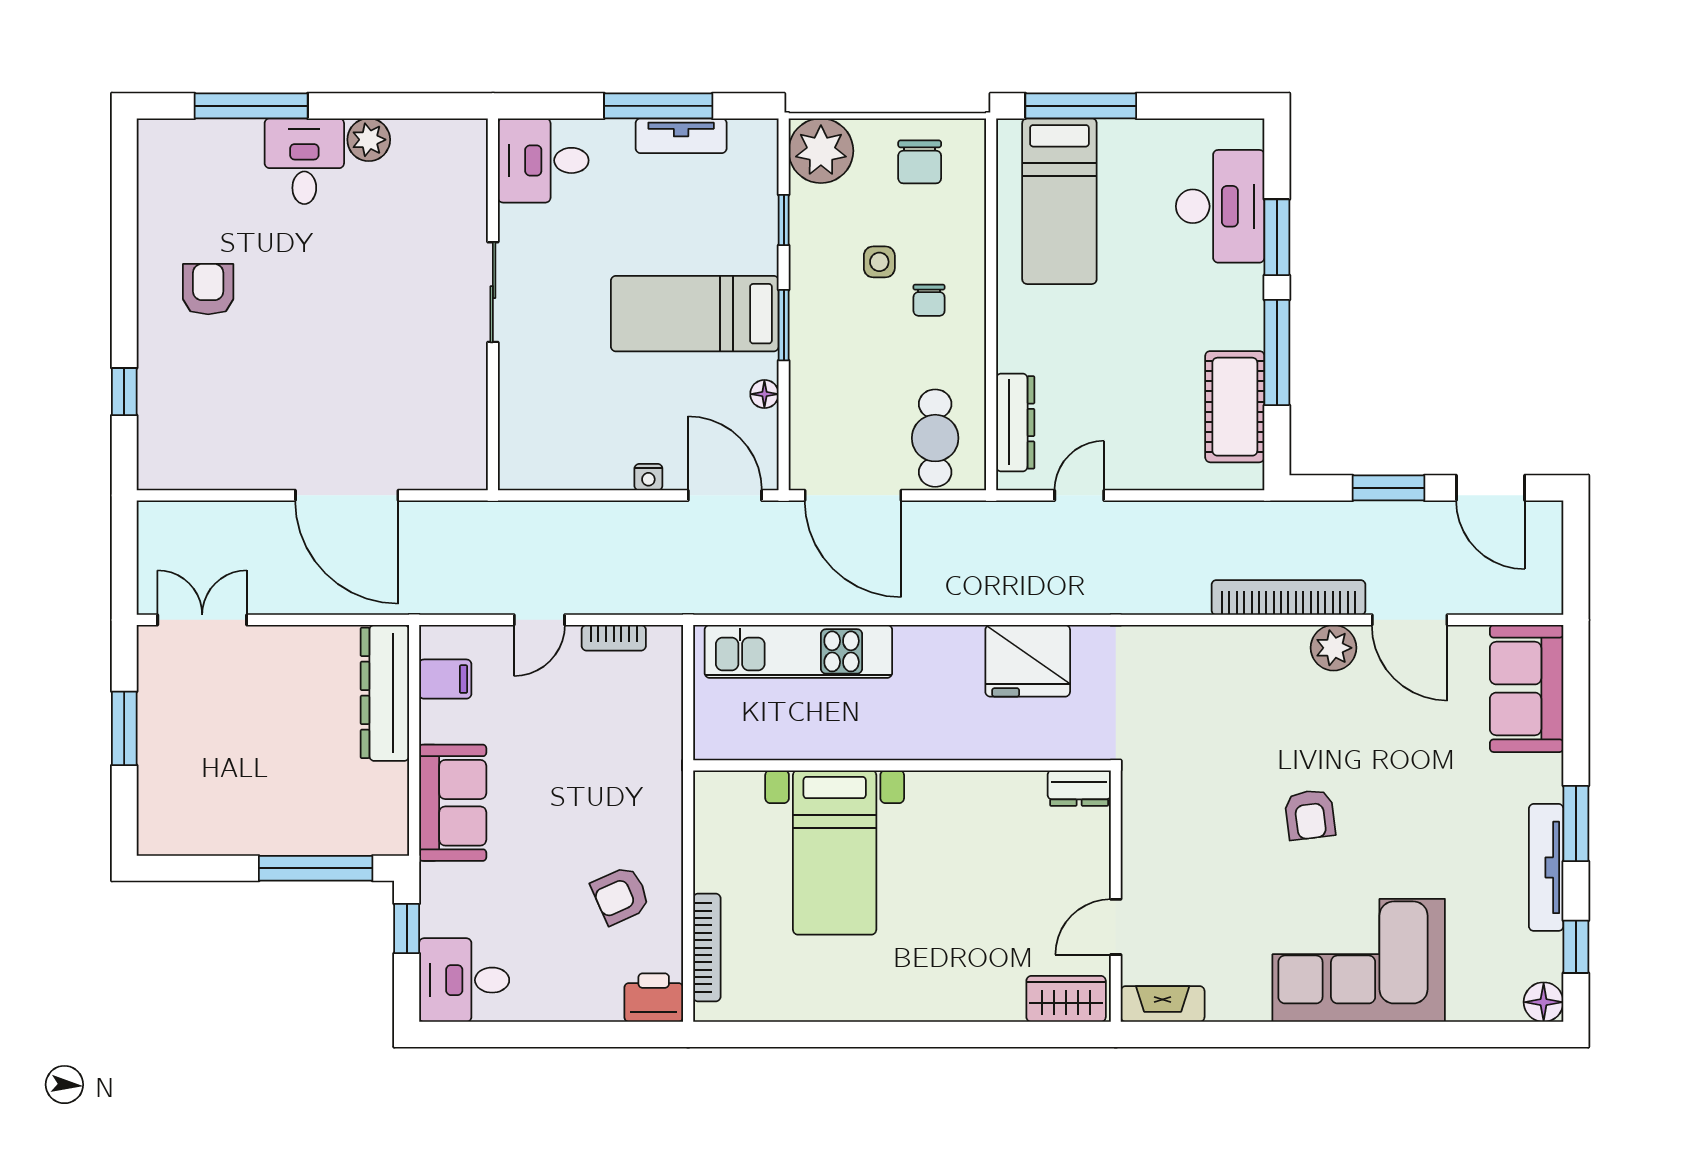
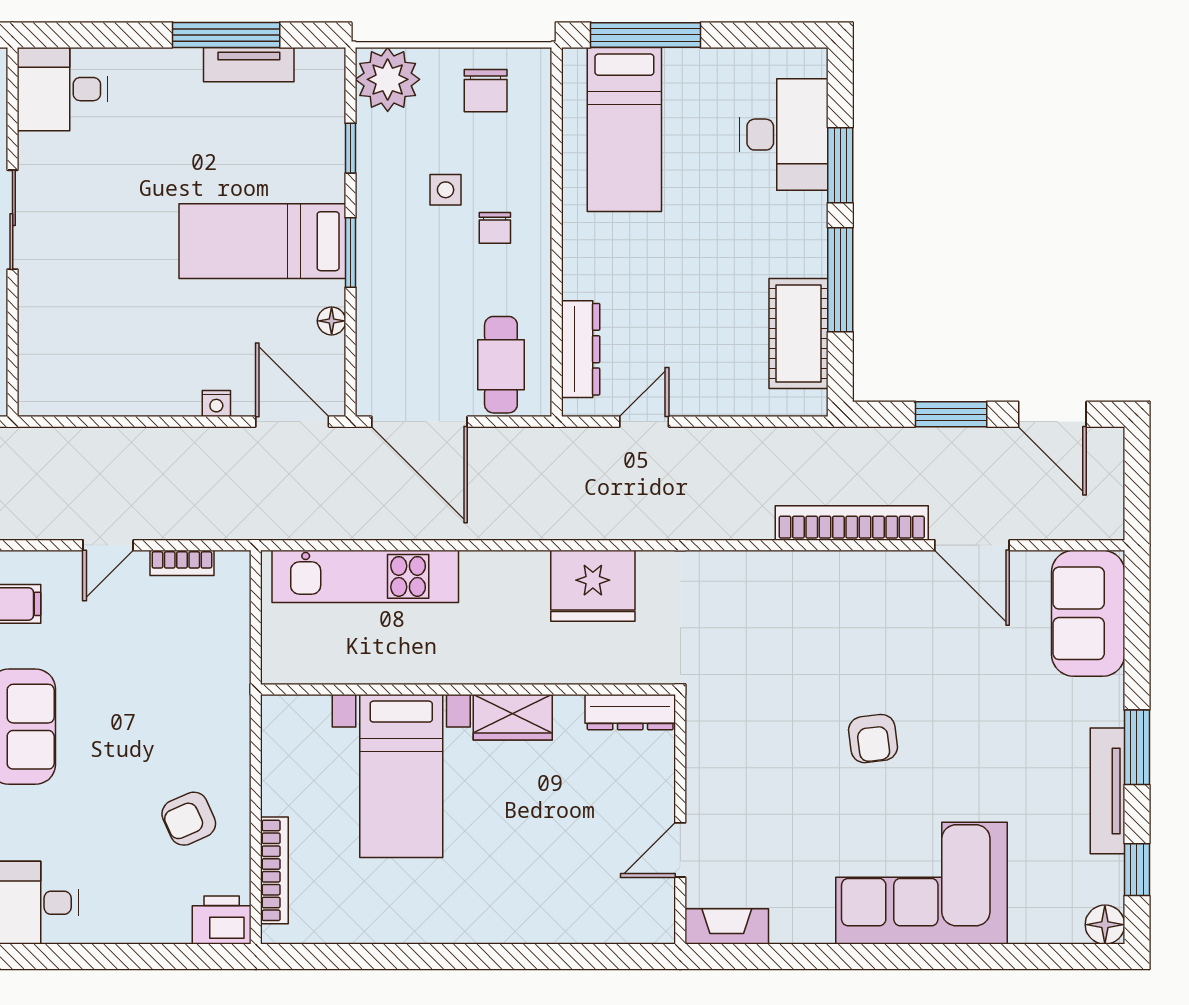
desk: (543, 160) -> (63, 89), moved
sliding door: (493, 292) -> (13, 220), moved
wall: (493, 304) -> (13, 232), moved
plant: (1334, 648) -> (896, 573), removed
dresser: (1079, 788) -> (630, 712), width x1.44
wardrobe: (1066, 999) -> (513, 717), moved, turned 180

